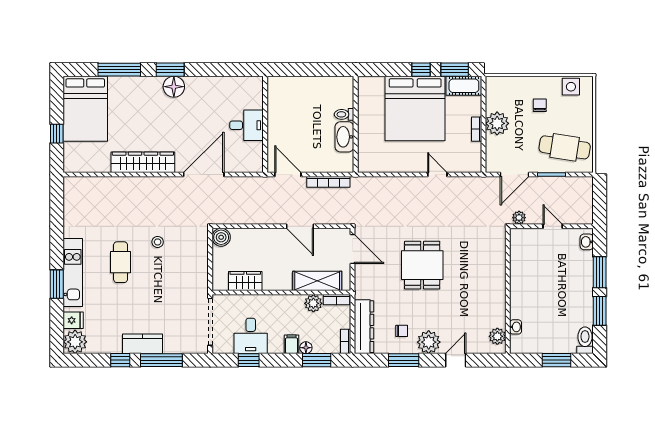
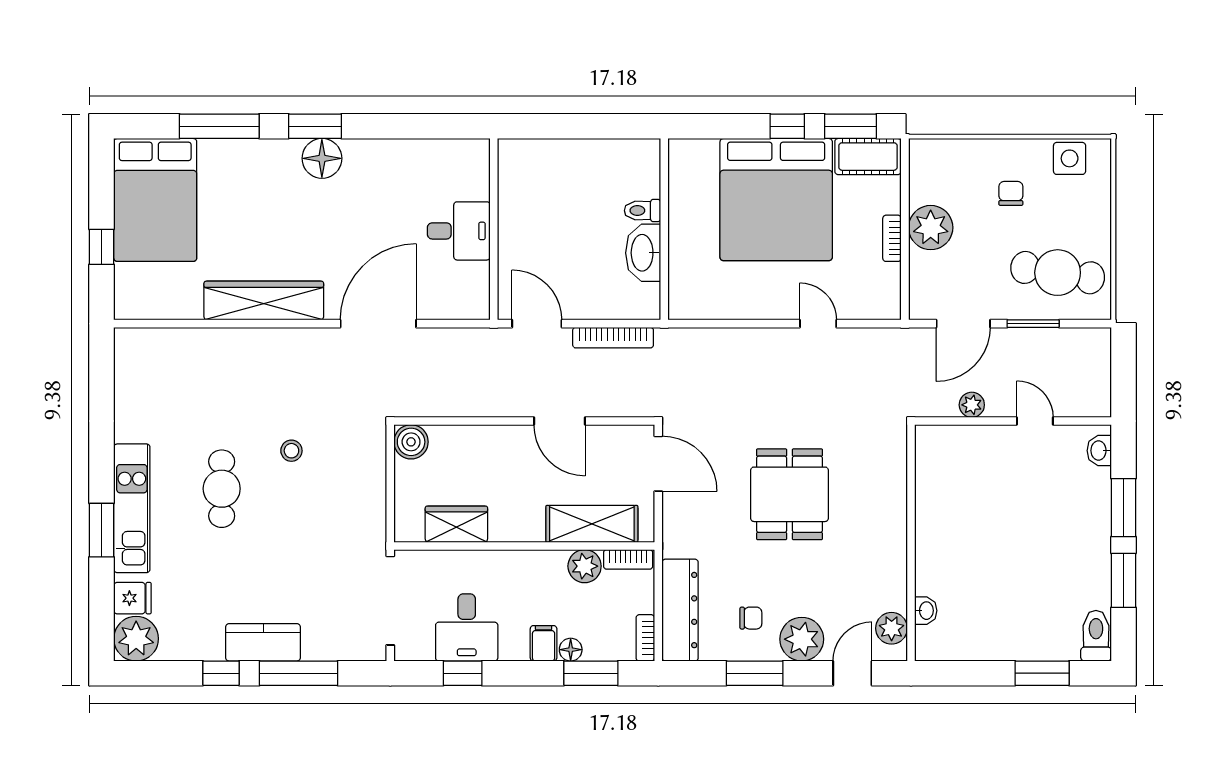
wall: (508, 291) -> (911, 543), moved
washbasin: (516, 327) -> (926, 611), moved
plant: (497, 336) -> (892, 628), moved

